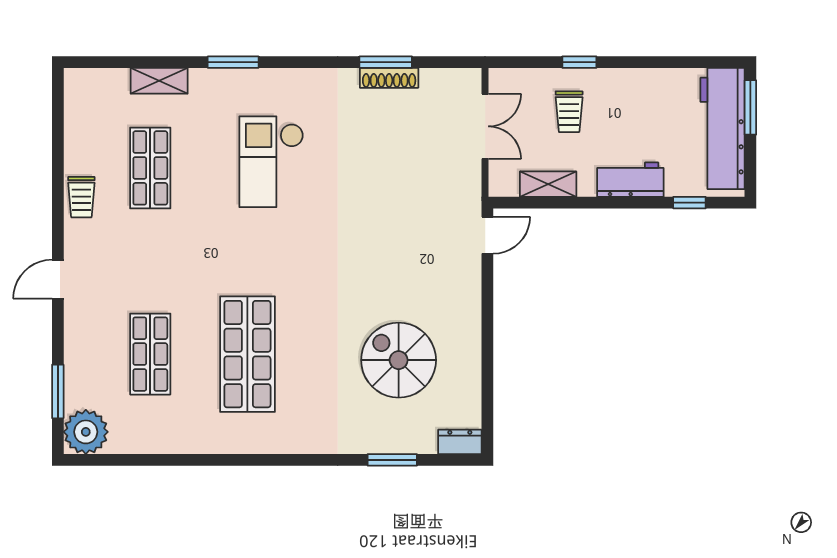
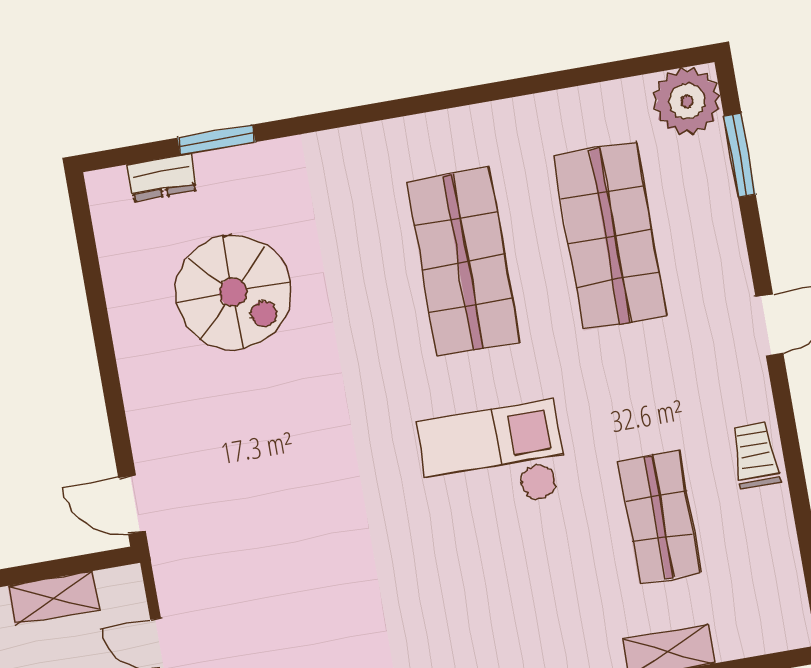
checkout: (271, 162) -> (493, 458), moved, turned -90
door: (487, 235) -> (132, 504), hinge flipped
shop shelf: (150, 354) -> (610, 236), width x1.43, depth x1.36
dresser: (460, 442) -> (162, 177), moved

